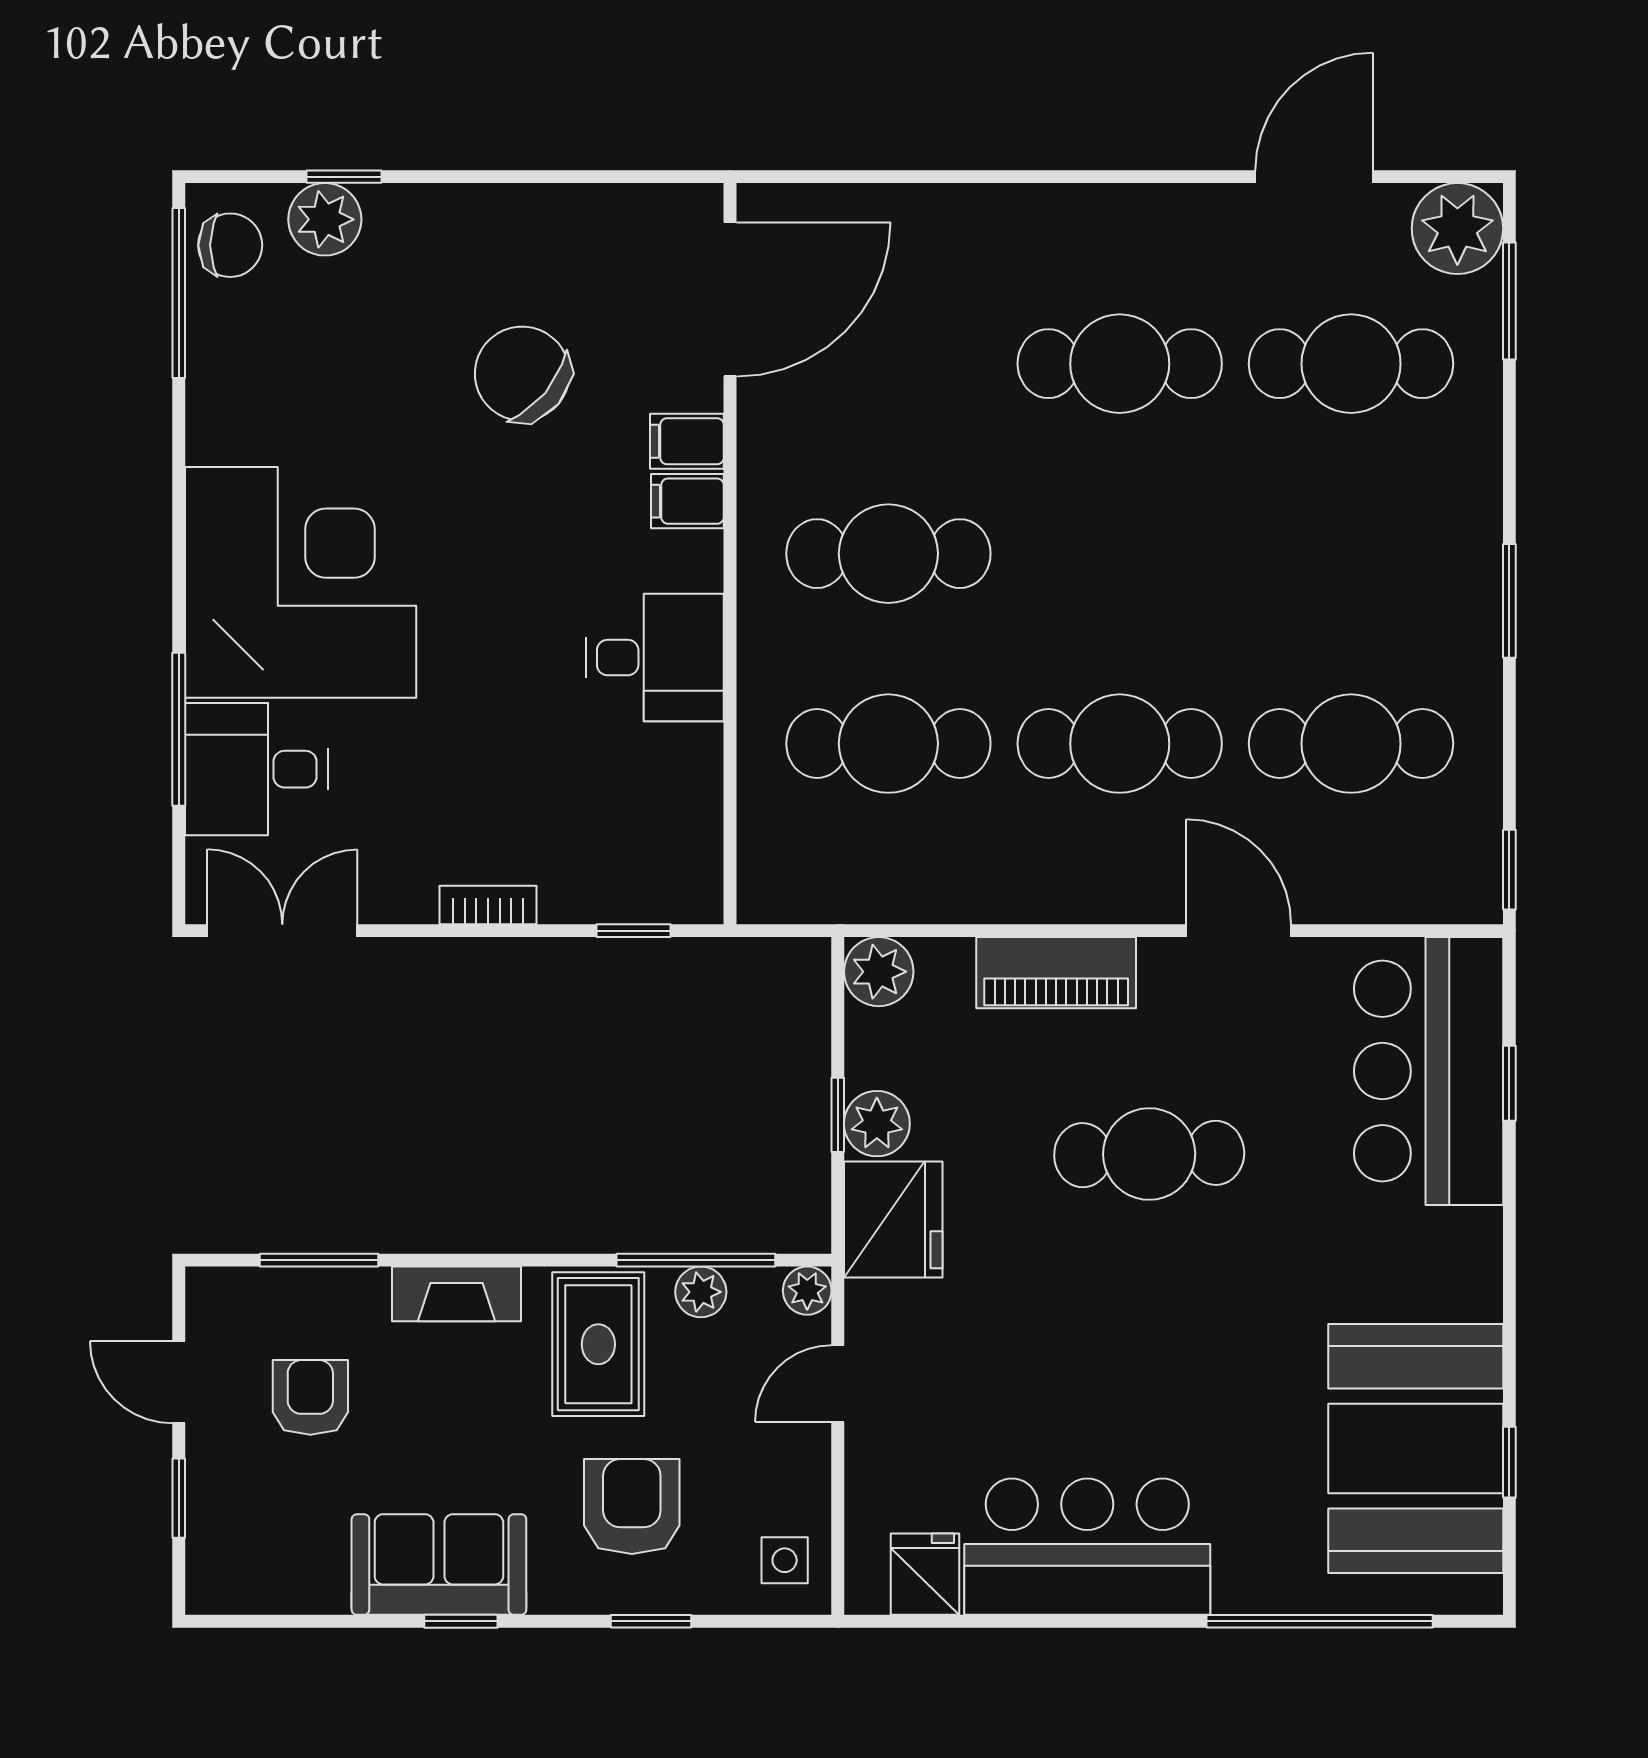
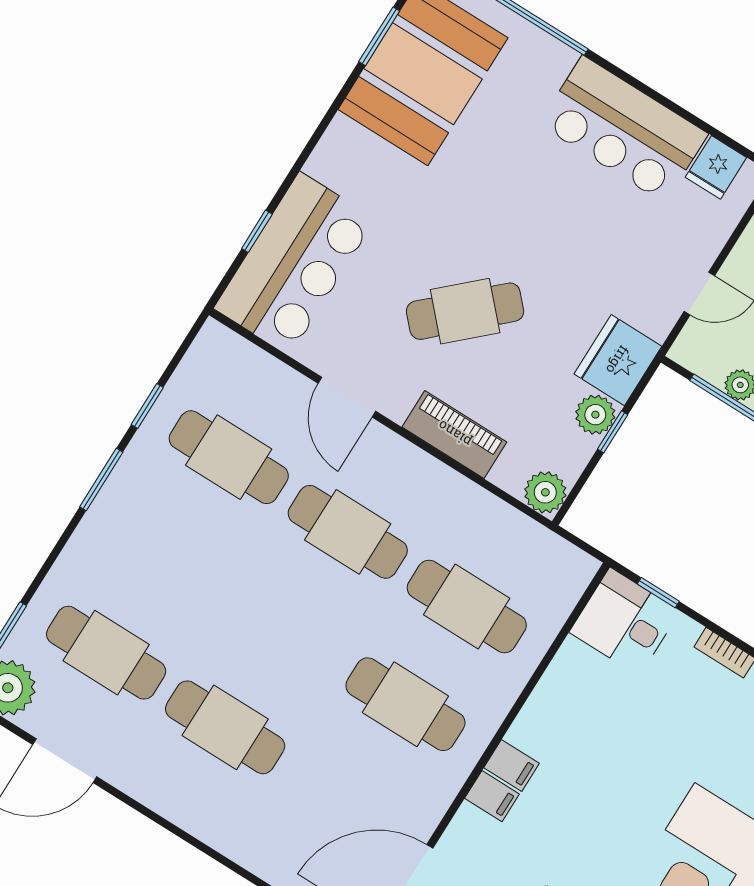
filing cabinet: (687, 441) -> (512, 765), moved
desk: (655, 658) -> (625, 622), moved
window: (1509, 870) -> (147, 406), moved
cafe table: (1149, 1154) -> (465, 311), turned -42
plant: (807, 1291) -> (685, 351), removed
window: (1509, 1462) -> (379, 36), width x1.50

